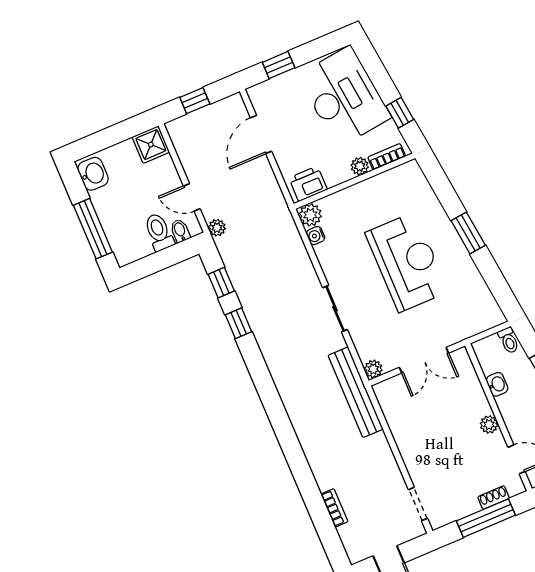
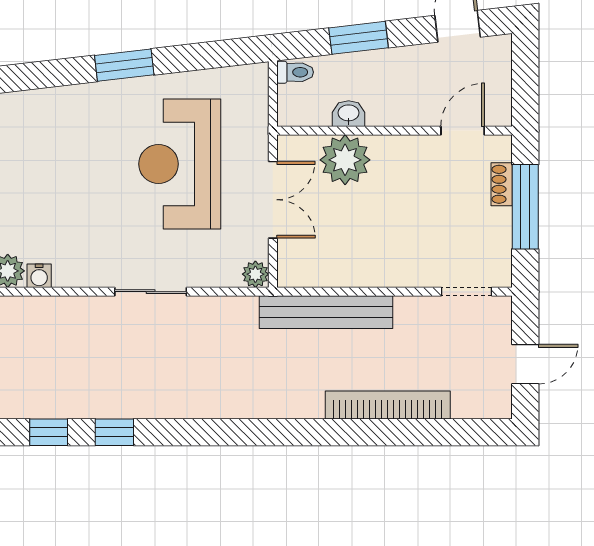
reception desk: (407, 262) -> (180, 164), moved, turned -90
bench: (356, 392) -> (326, 312), moved
plant: (489, 424) -> (345, 160), moved, width x1.88, depth x1.88
bookcase: (334, 508) -> (388, 405), width x2.31, depth x1.31

